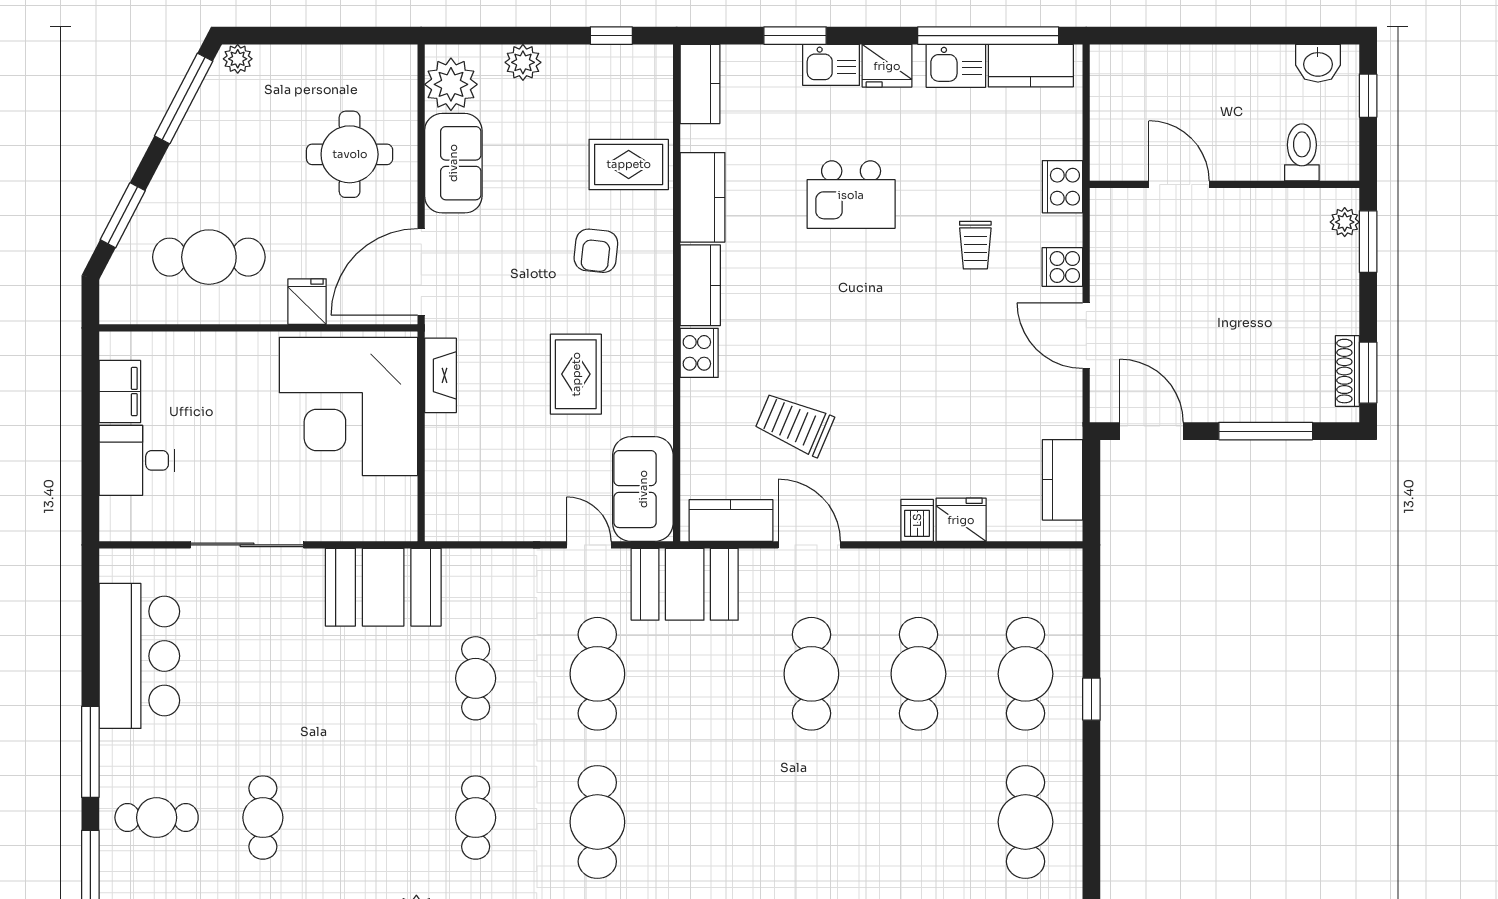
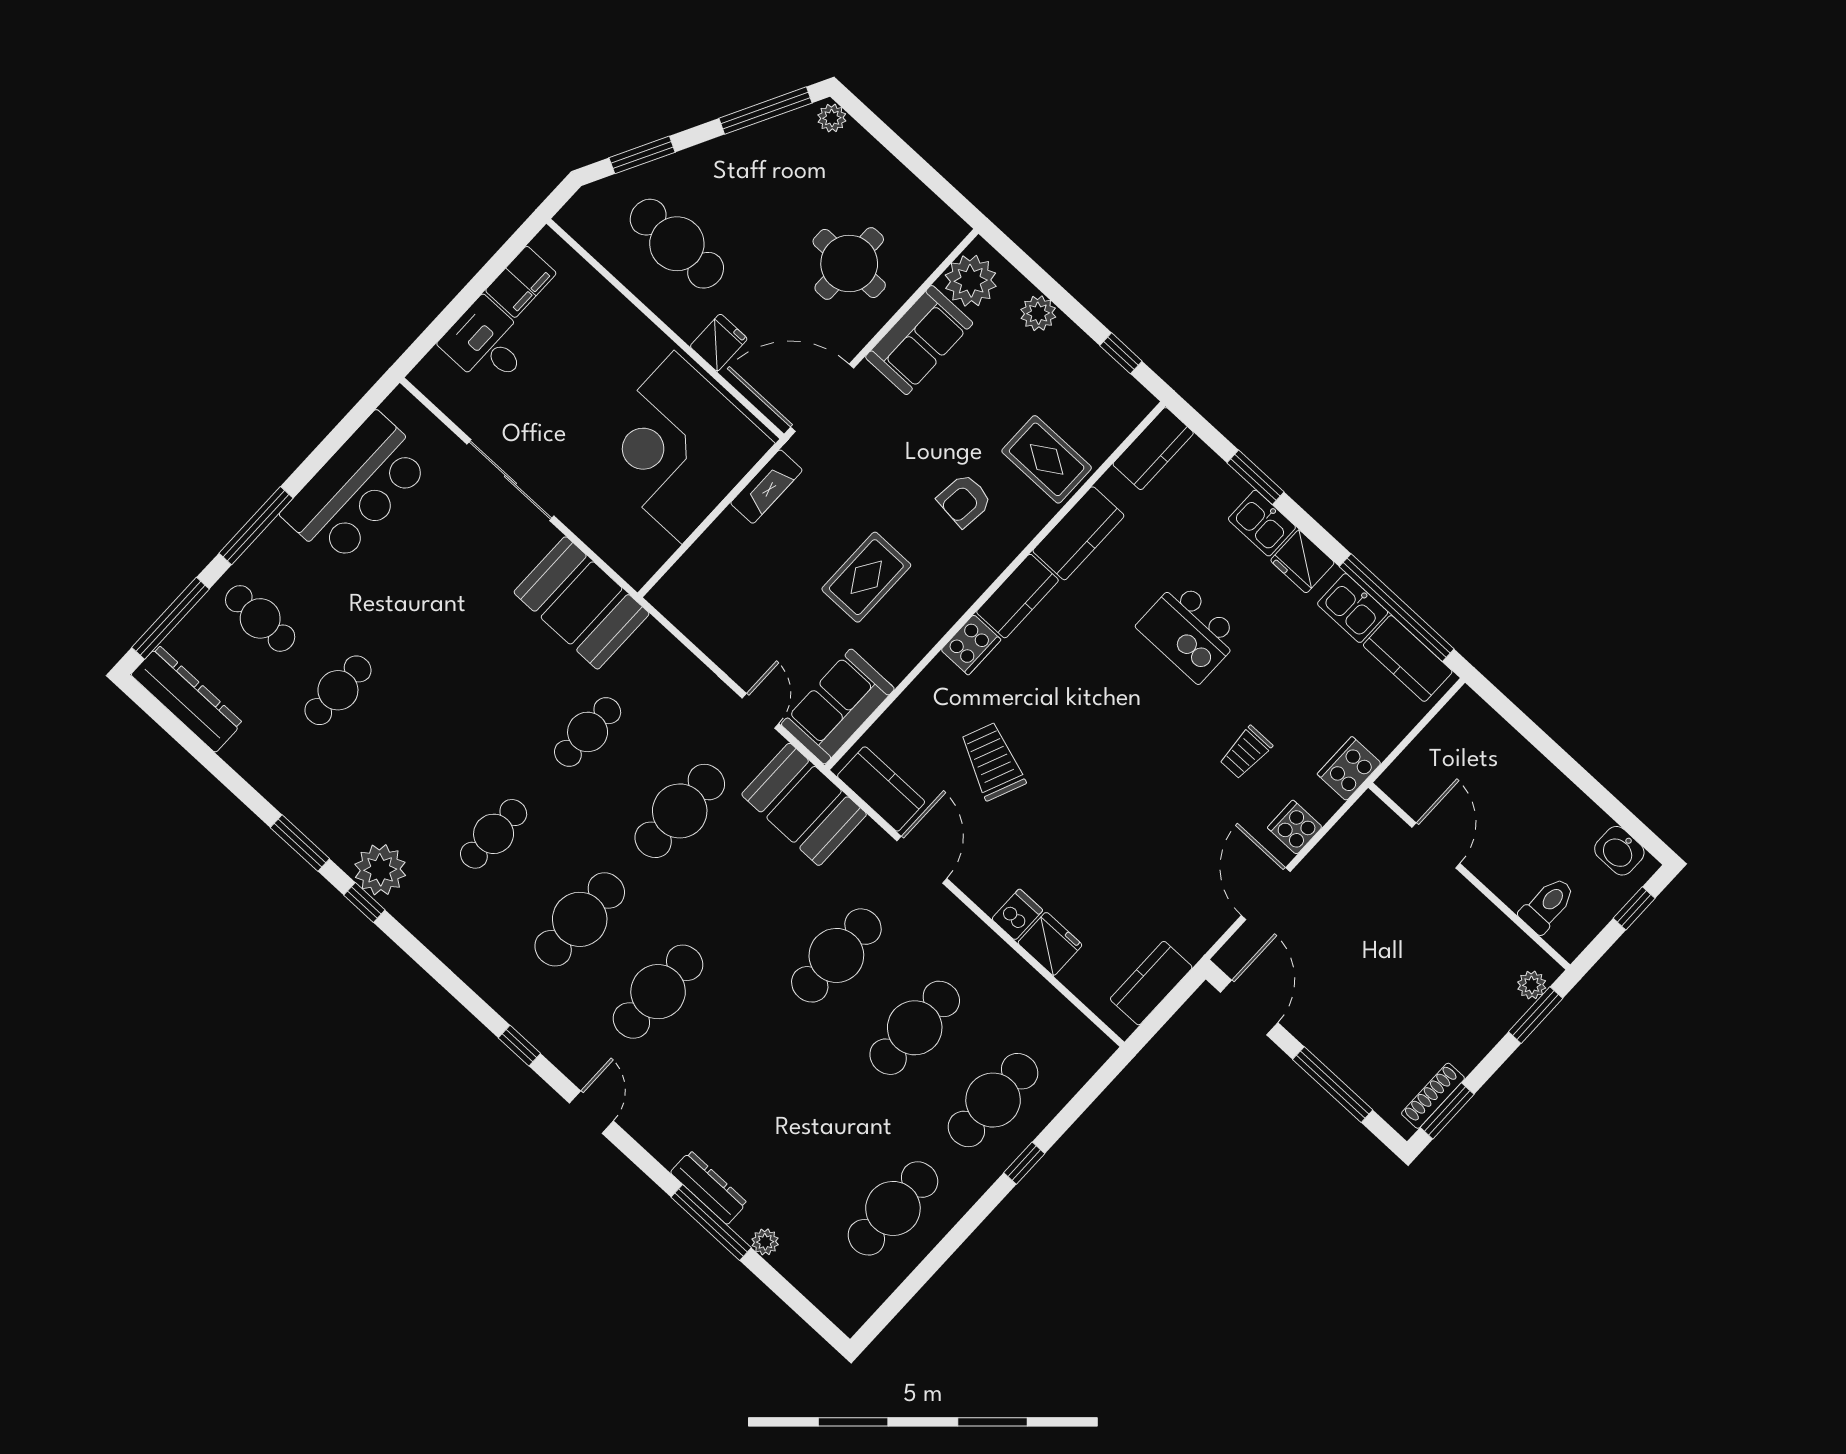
cafe table: (704, 822) -> (658, 992), added

